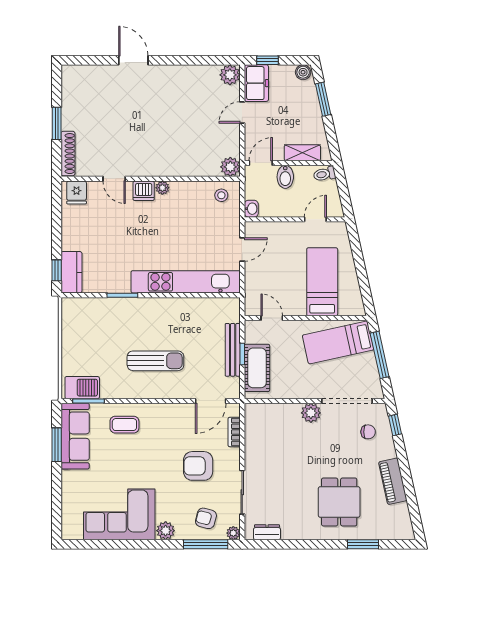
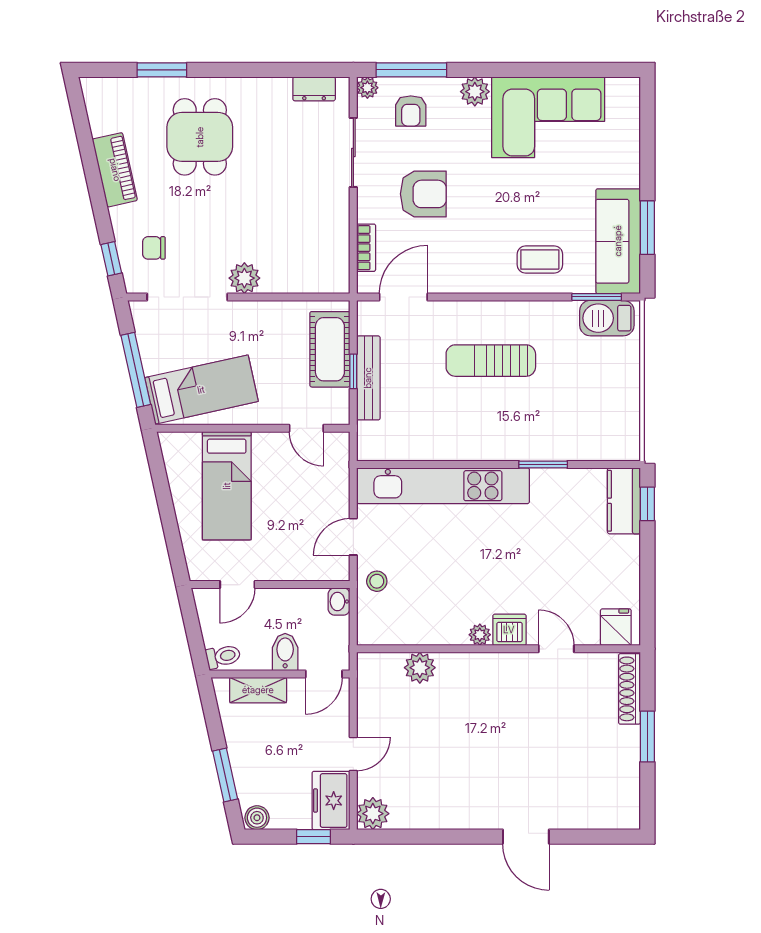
plant: (230, 167) -> (420, 668), moved
stool: (221, 195) -> (377, 581), moved
armchair: (206, 518) -> (411, 111), turned 75

